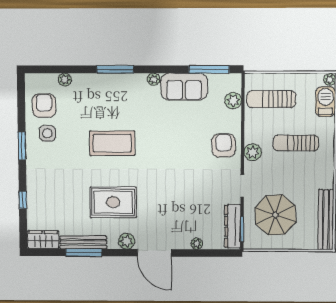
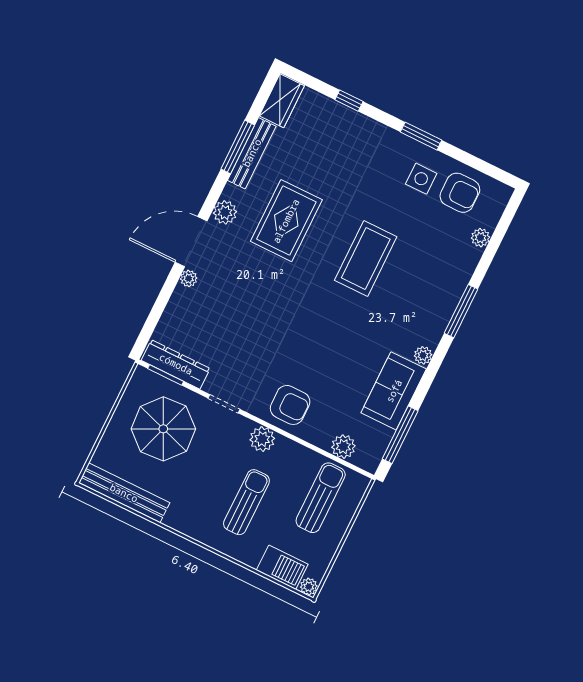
plant: (197, 244) -> (189, 278), moved

